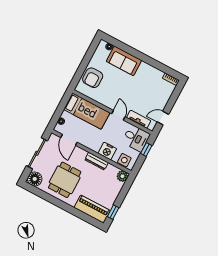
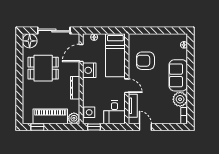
sofa: (124, 61) -> (178, 75), moved
plant: (155, 75) -> (180, 99), added
armchair: (93, 78) -> (145, 61), moved
door: (118, 115) -> (127, 86), hinge flipped
window: (146, 150) -> (94, 127), moved
nightstand: (107, 151) -> (89, 70), moved
piano: (92, 209) -> (50, 116), moved, turned -90

